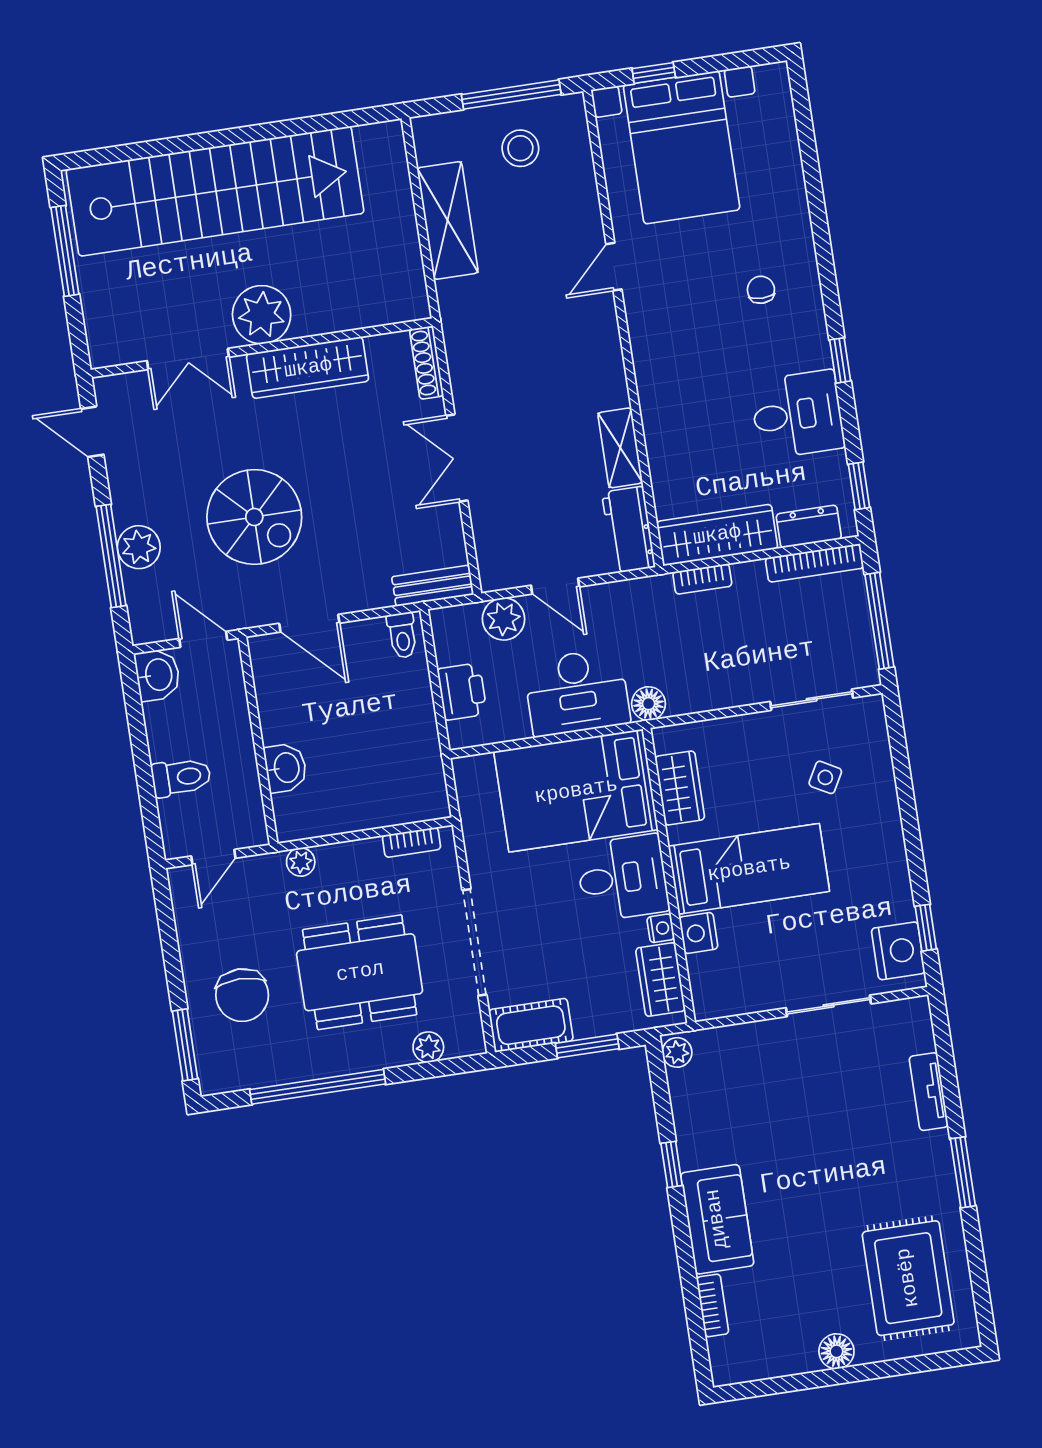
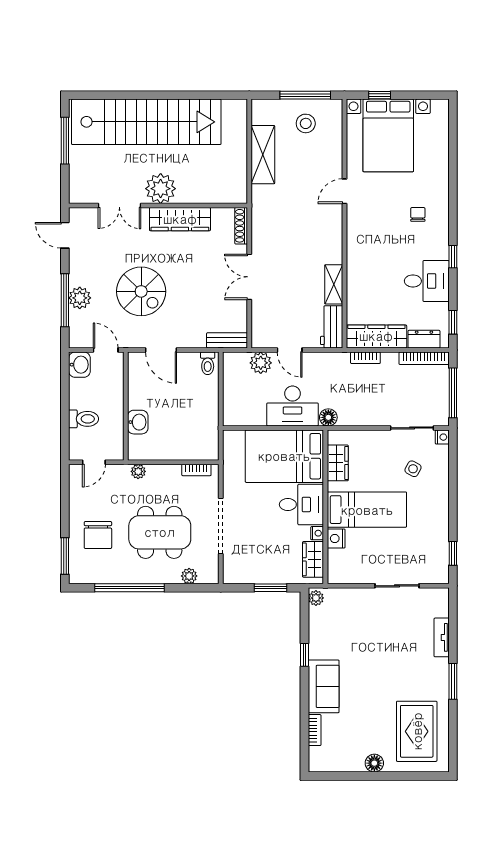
printer: (462, 692) -> (234, 397), removed
nightstand: (898, 951) -> (442, 437), moved, width x0.53, depth x0.56
cot: (531, 1025) -> (243, 573), removed

